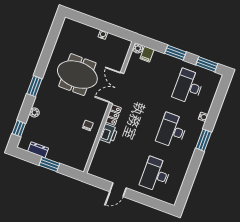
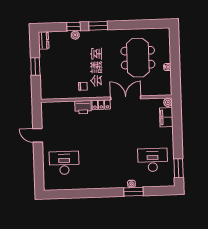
window: (175, 53) -> (178, 137), removed
filing cabinet: (147, 54) -> (166, 117), width x2.00
meeting table: (77, 75) -> (138, 58), moved
window: (19, 129) -> (74, 27), moved
desk: (172, 131) -> (108, 161), removed
window: (204, 140) -> (133, 192), moved
dresser: (38, 150) -> (44, 41), moved

